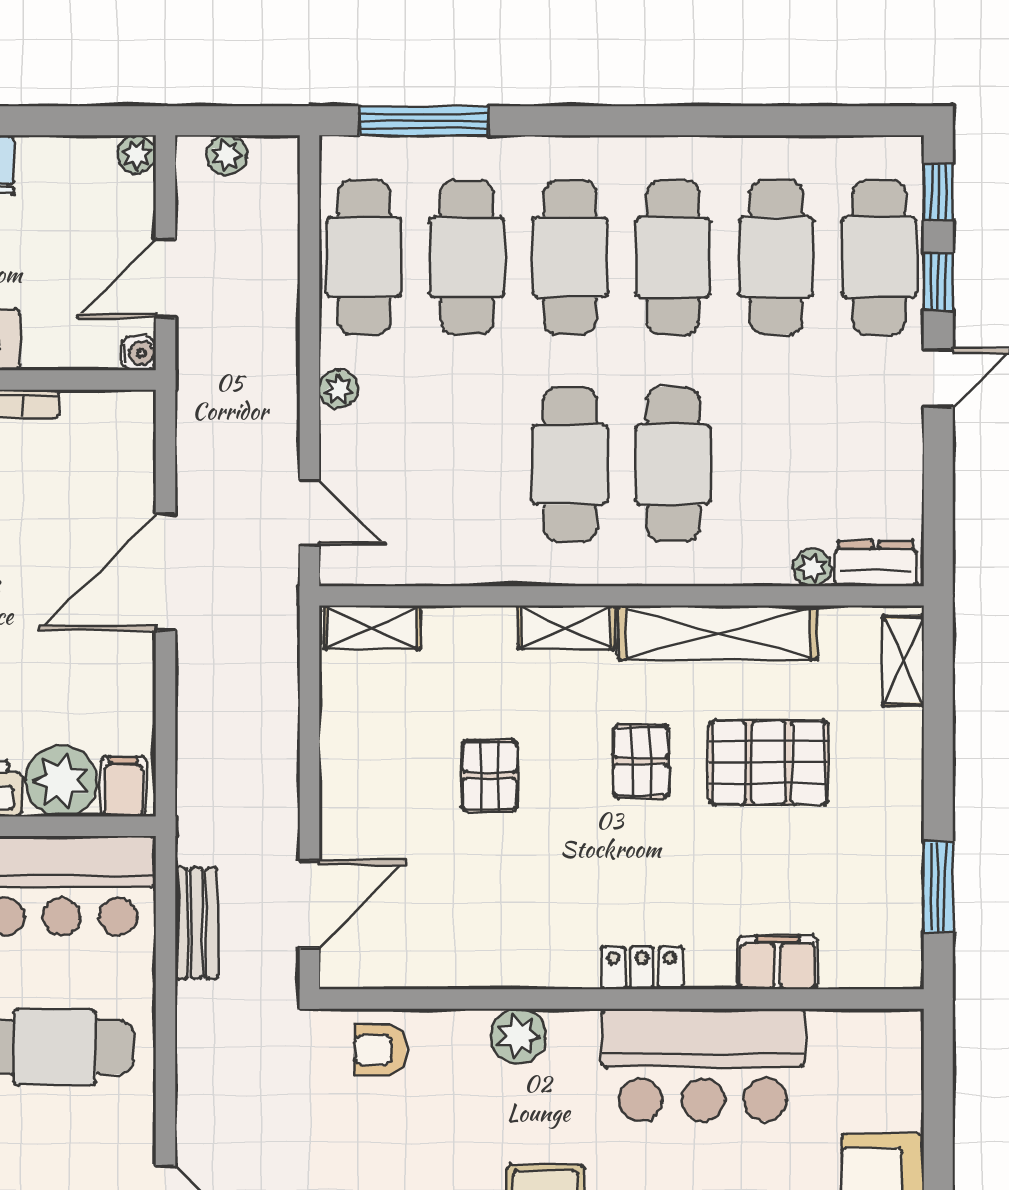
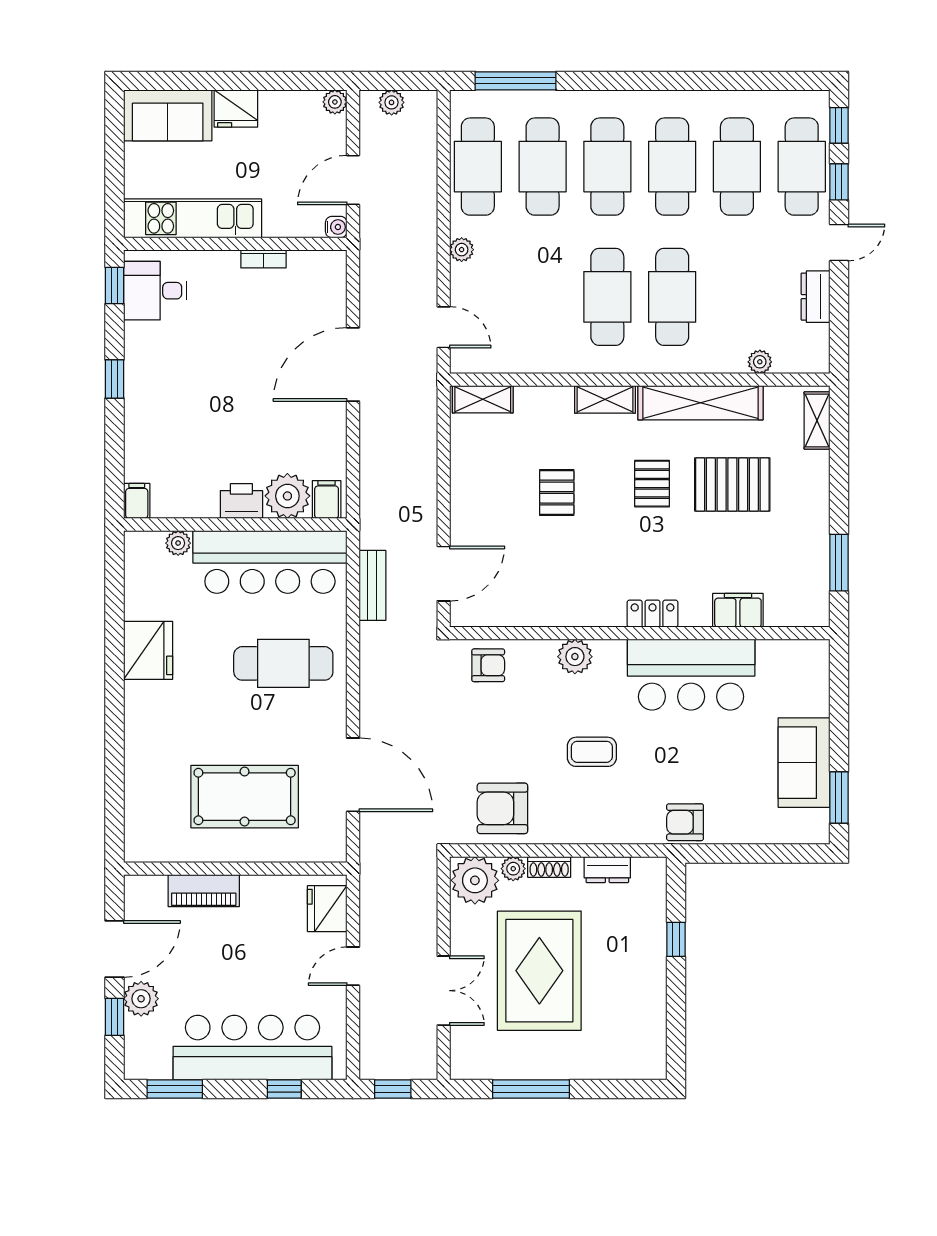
dresser: (876, 563) -> (815, 297), moved, turned -90
armchair: (381, 1050) -> (488, 665), turned 180

